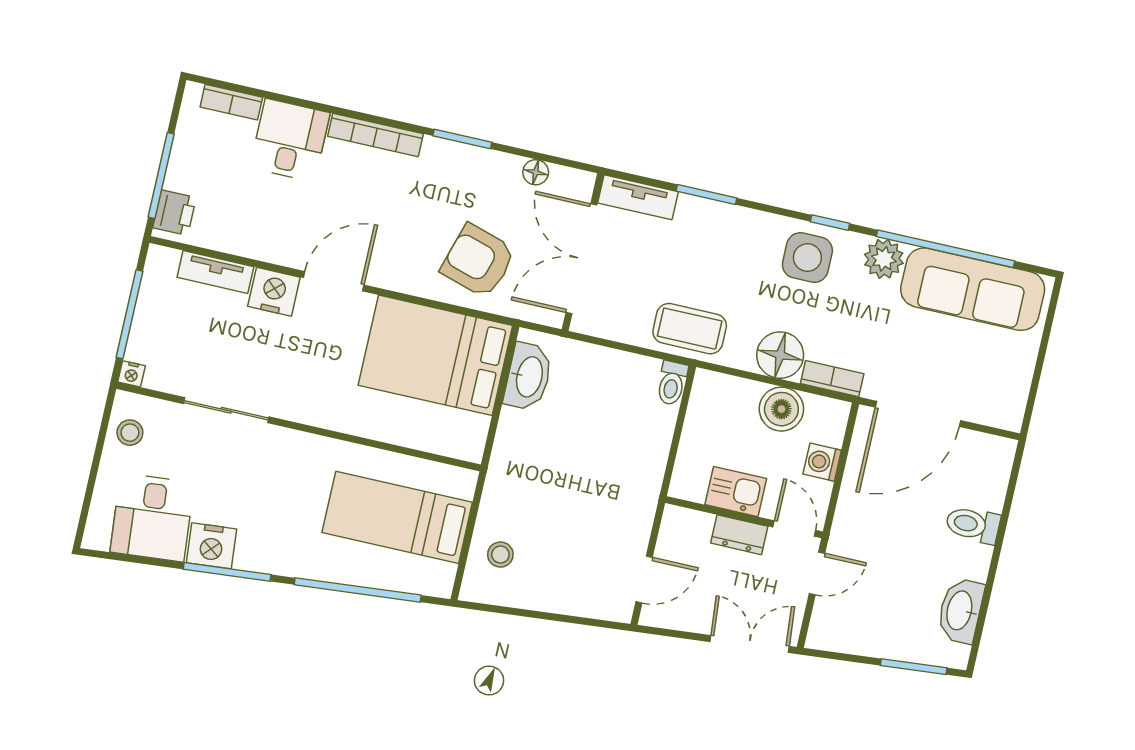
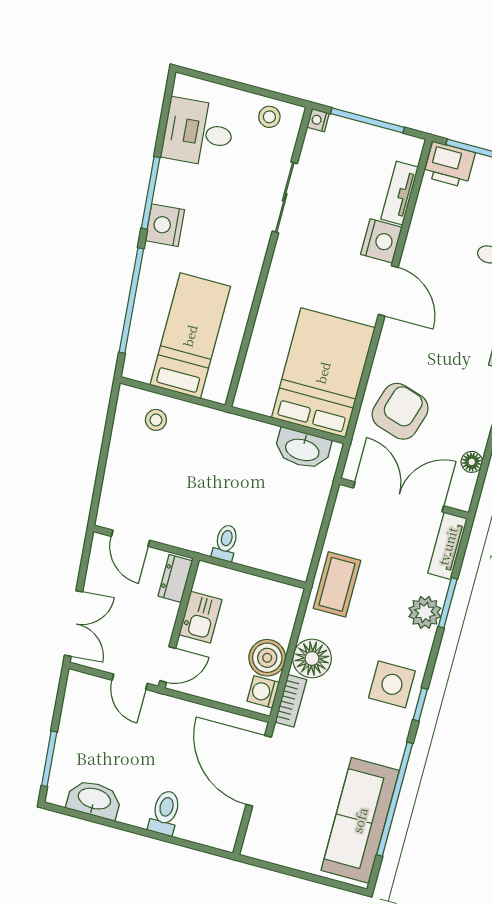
printer: (175, 213) -> (449, 165), width x1.36, depth x1.24
plant: (884, 259) -> (425, 612), moved
toilet: (672, 383) -> (225, 543), moved, turned 90
washing machine: (822, 462) -> (263, 692), moved, turned -90
dresser: (739, 535) -> (175, 578), moved
nightstand: (211, 546) -> (165, 225), moved

